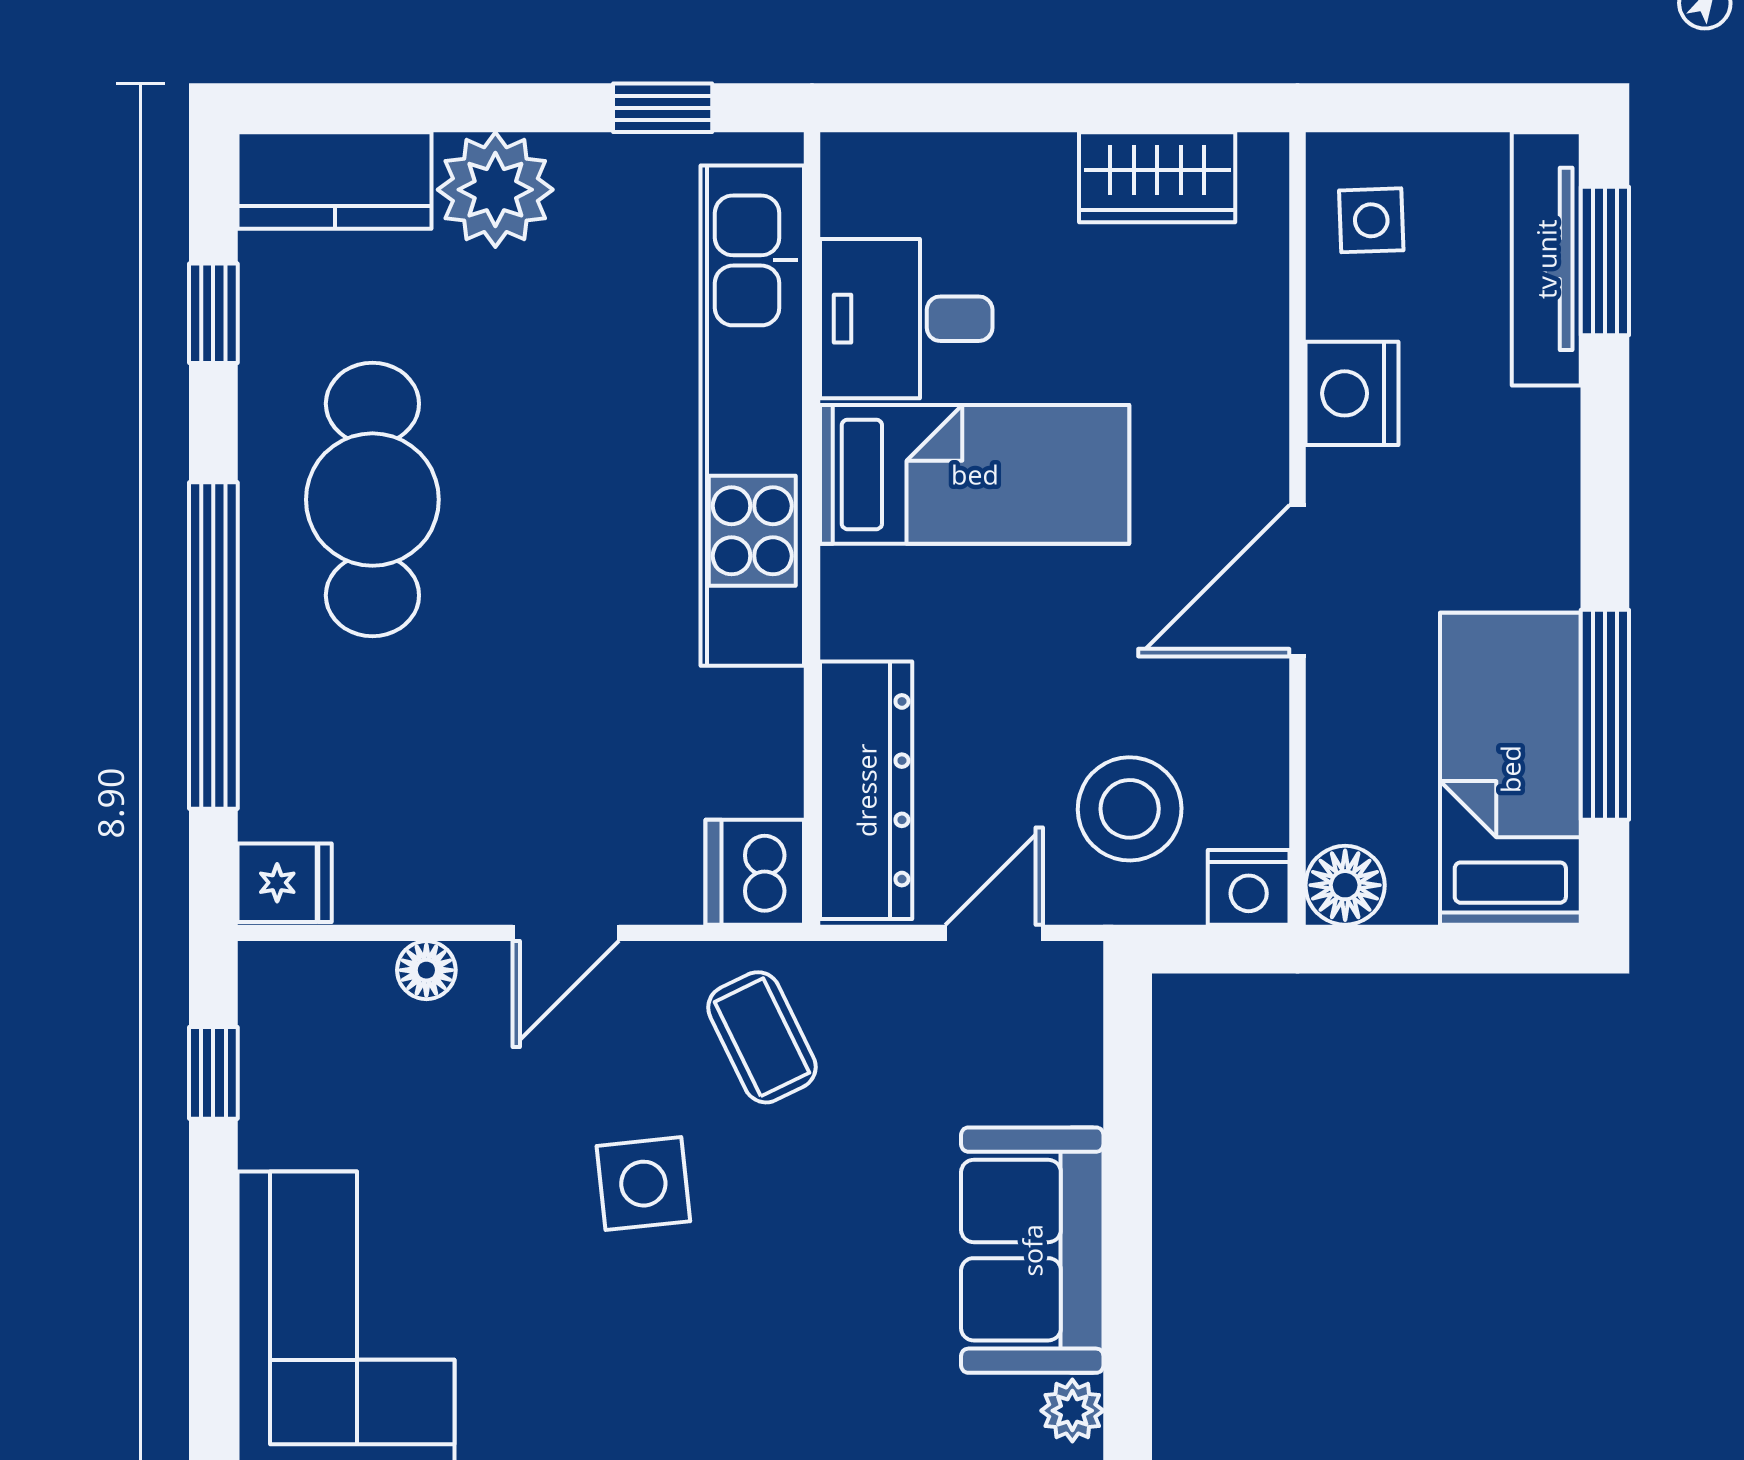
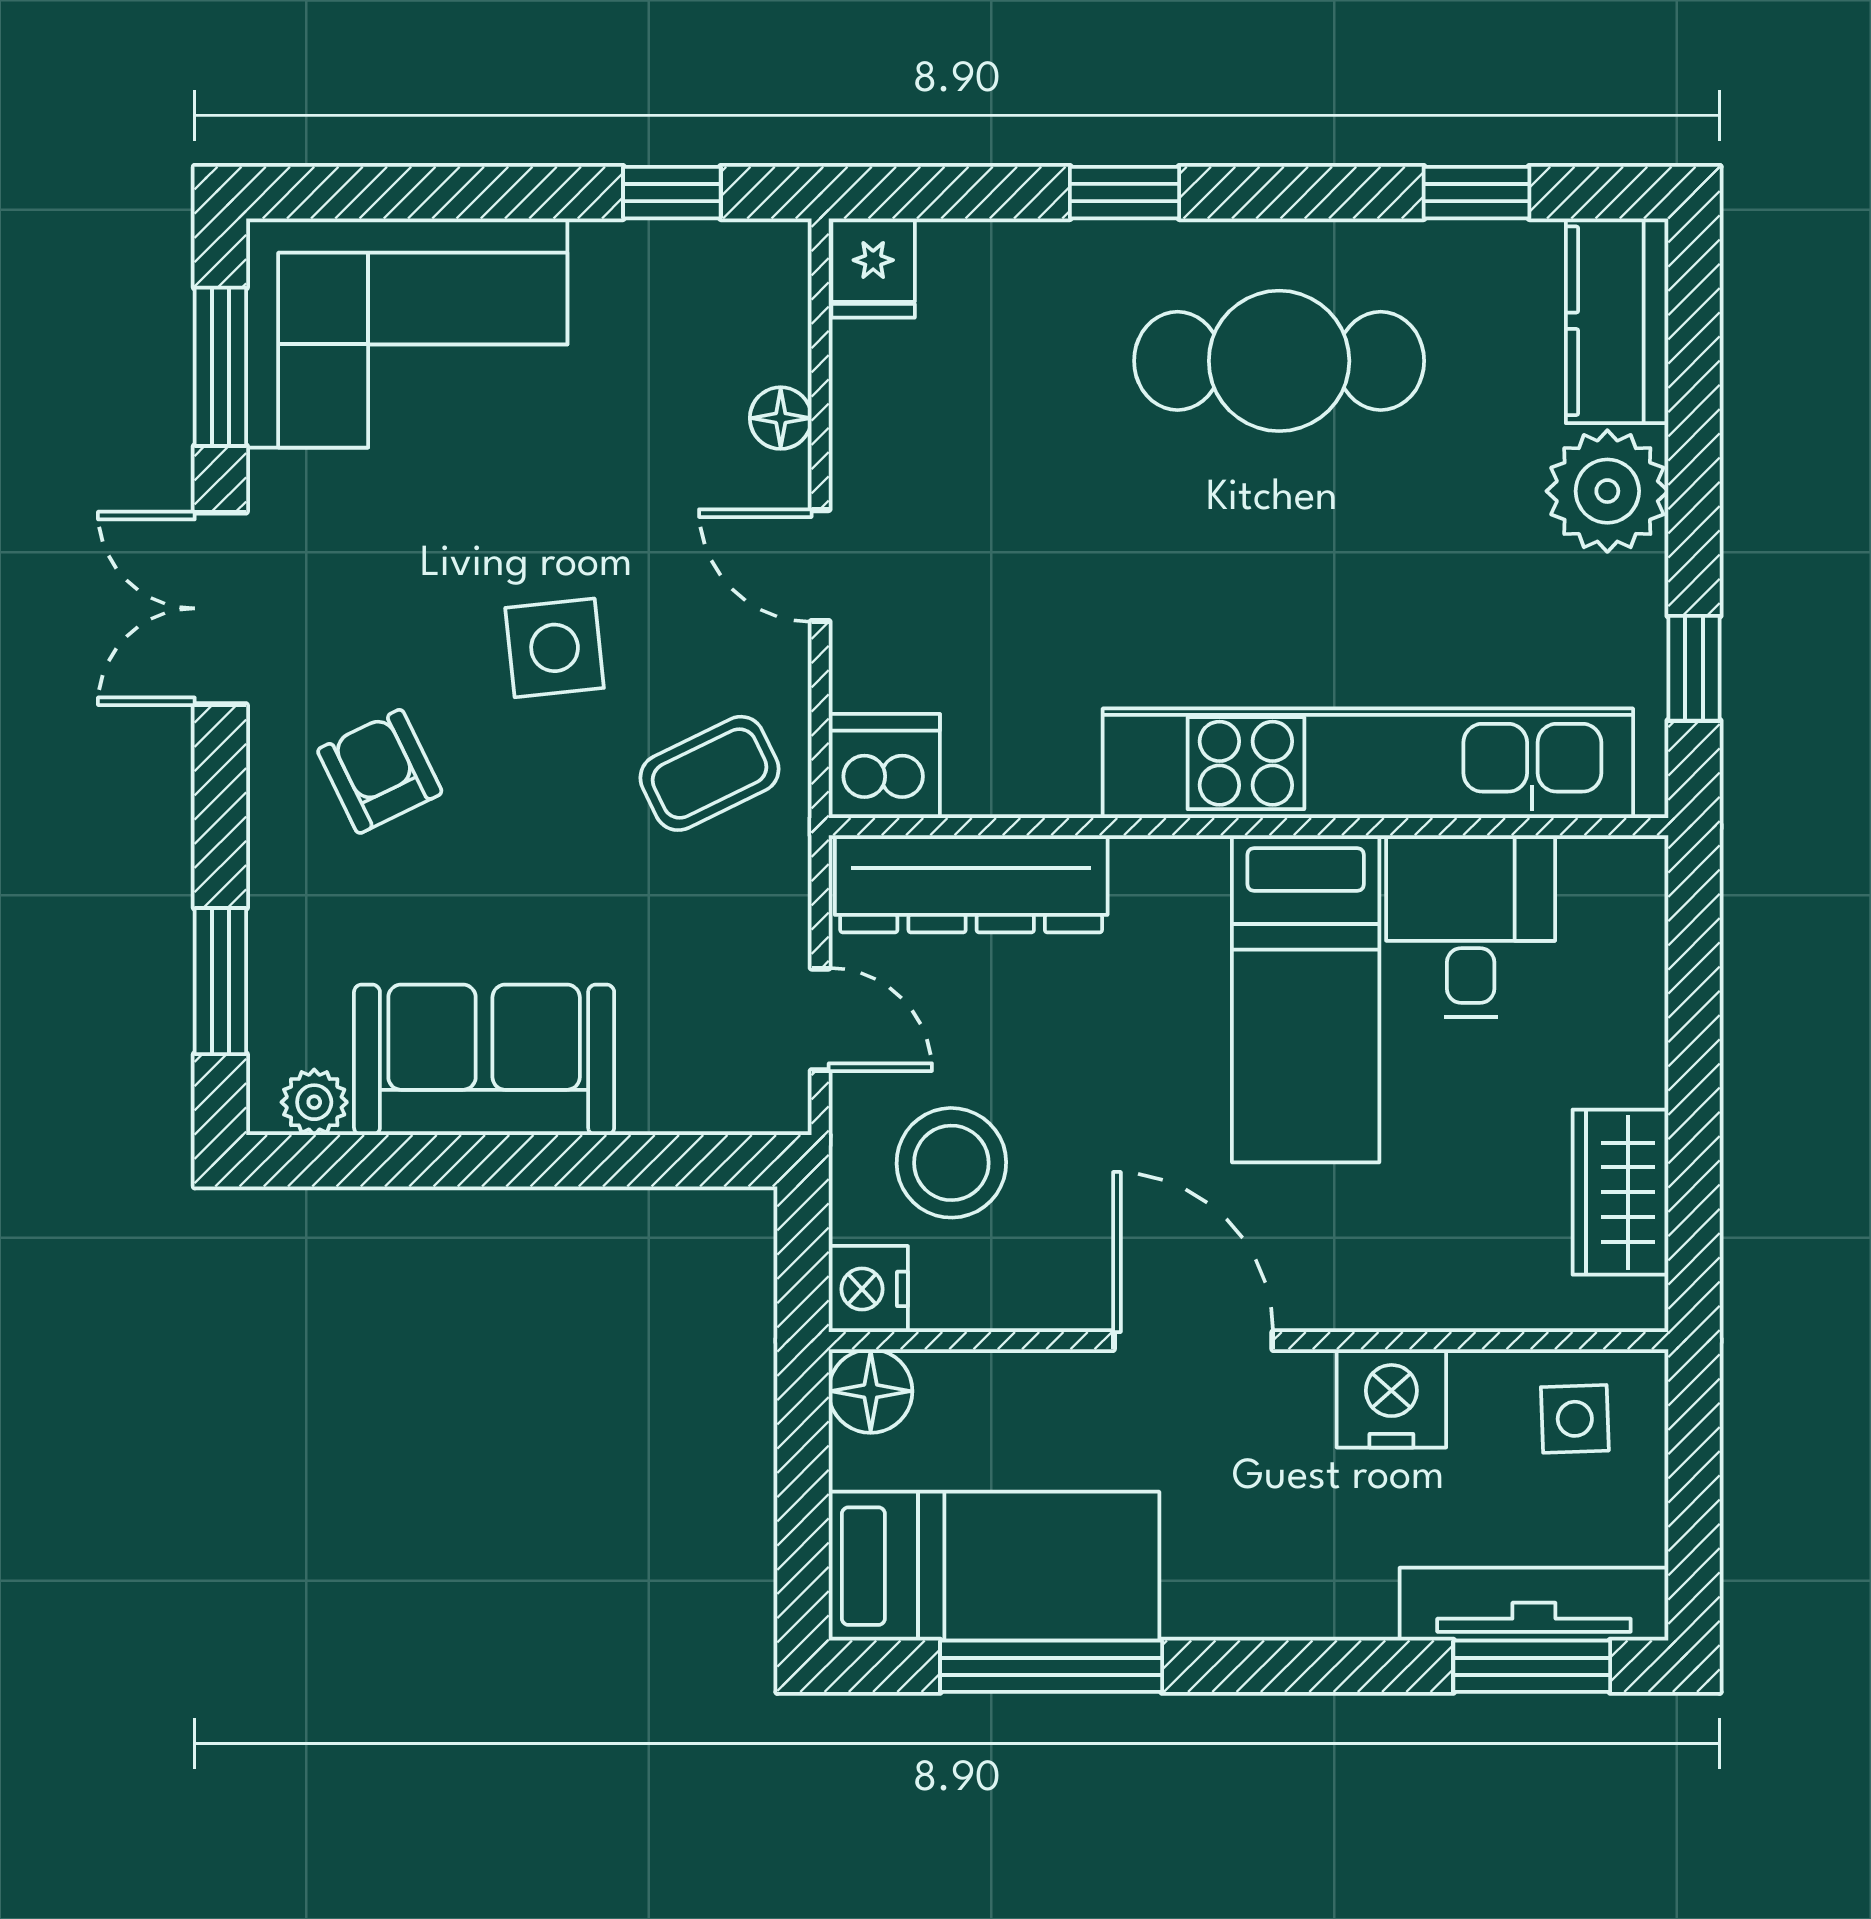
window: (213, 645) -> (1125, 193), width x0.32
armchair: (760, 1349) -> (380, 771), added

